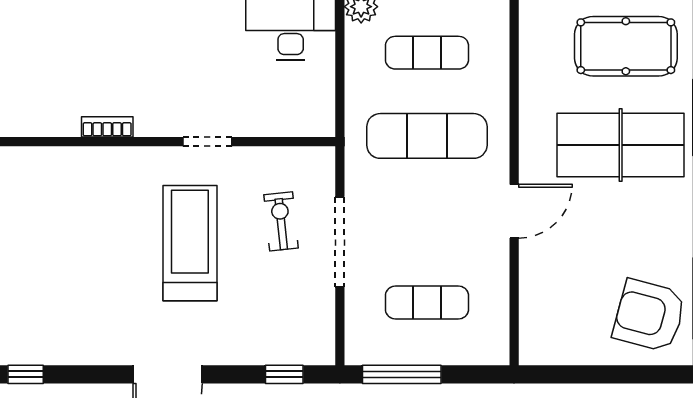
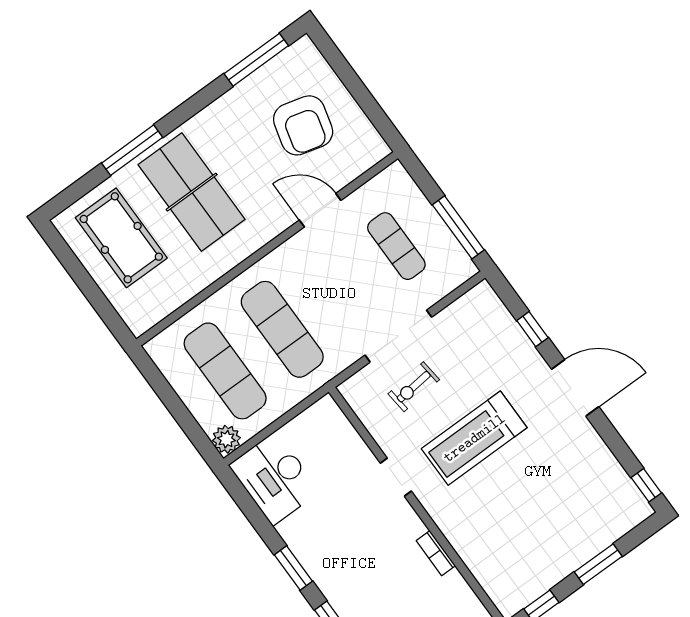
exercise mat: (427, 53) -> (225, 371), width x1.36, depth x1.45
door: (514, 211) -> (320, 210), moved
armchair: (649, 316) -> (303, 125), moved
window: (284, 374) -> (532, 329), moved

